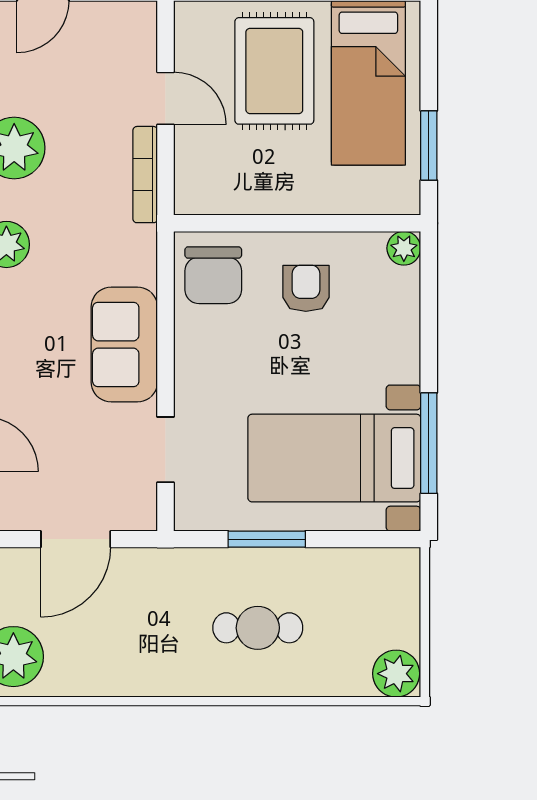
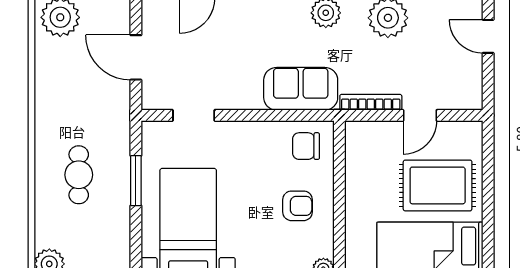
chair: (213, 275) -> (306, 146), width x0.73, depth x0.73
sofa: (124, 345) -> (301, 89), moved

